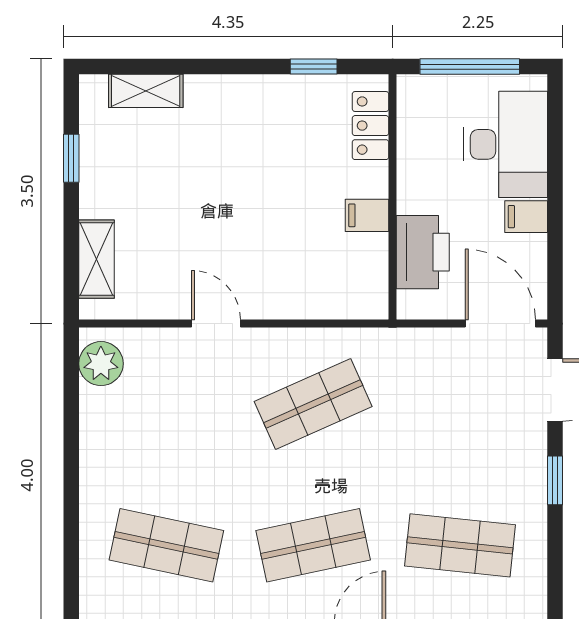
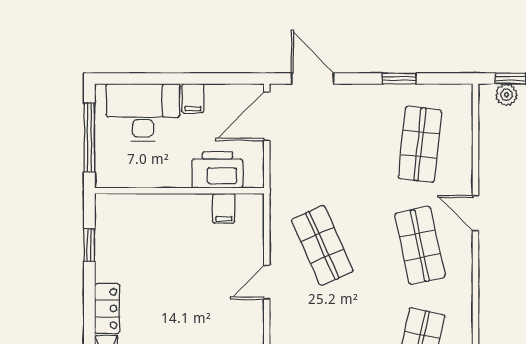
locker: (370, 126) -> (107, 308), moved, turned -90
filing cabinet: (367, 215) -> (224, 208), moved
door: (216, 324) -> (267, 282), moved
window: (555, 480) -> (399, 79), moved

